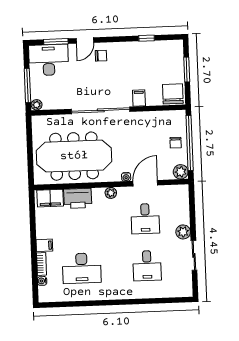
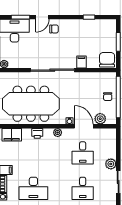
plant: (181, 172) -> (100, 119), moved
door: (145, 183) -> (84, 126), hinge flipped
printer: (78, 198) -> (37, 133), width x0.53, depth x0.68

